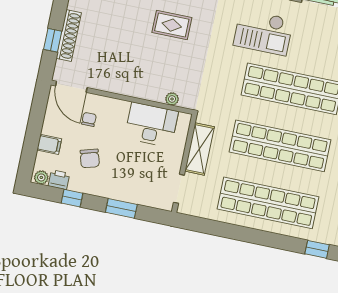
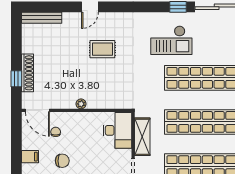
plant: (172, 99) -> (81, 104), moved
desk: (151, 125) -> (117, 130), moved, turned 90
chair: (90, 158) -> (62, 161), turned -74

